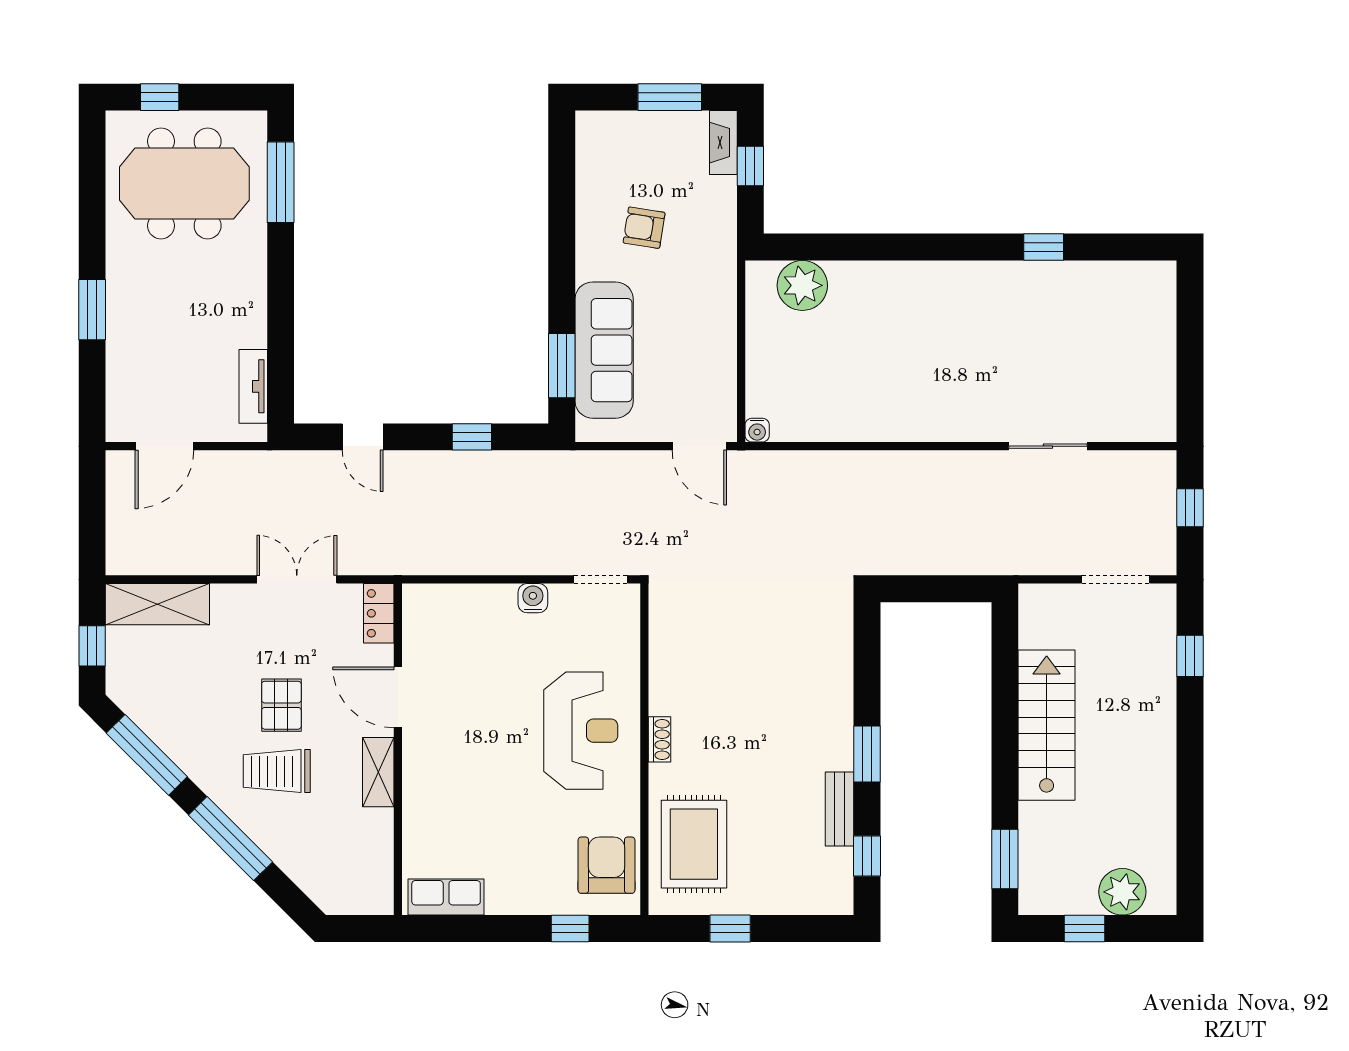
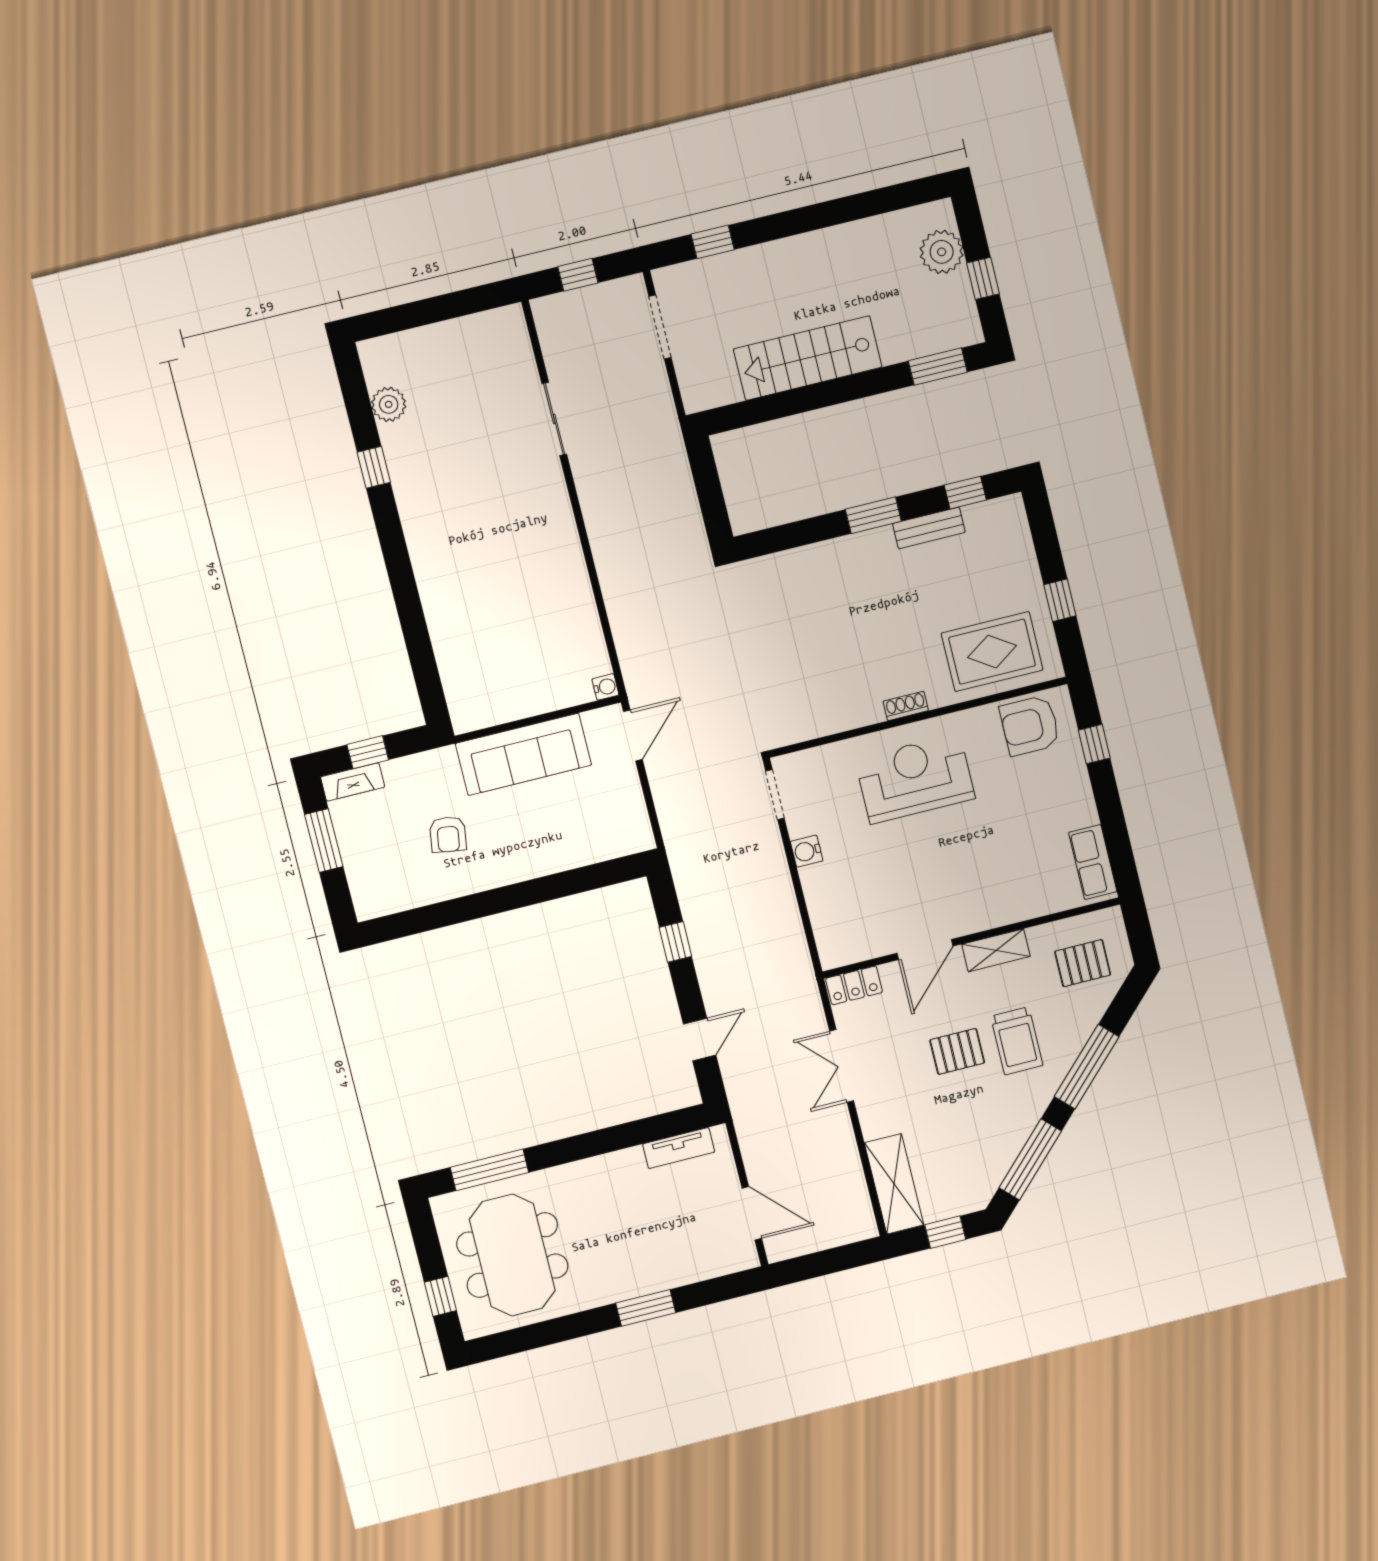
plant: (802, 285) -> (389, 404), moved, width x0.73, depth x0.73
sofa: (604, 350) -> (523, 754), moved, turned 180
window: (562, 366) -> (591, 877), removed
pallet: (342, 861) -> (1083, 963), added

